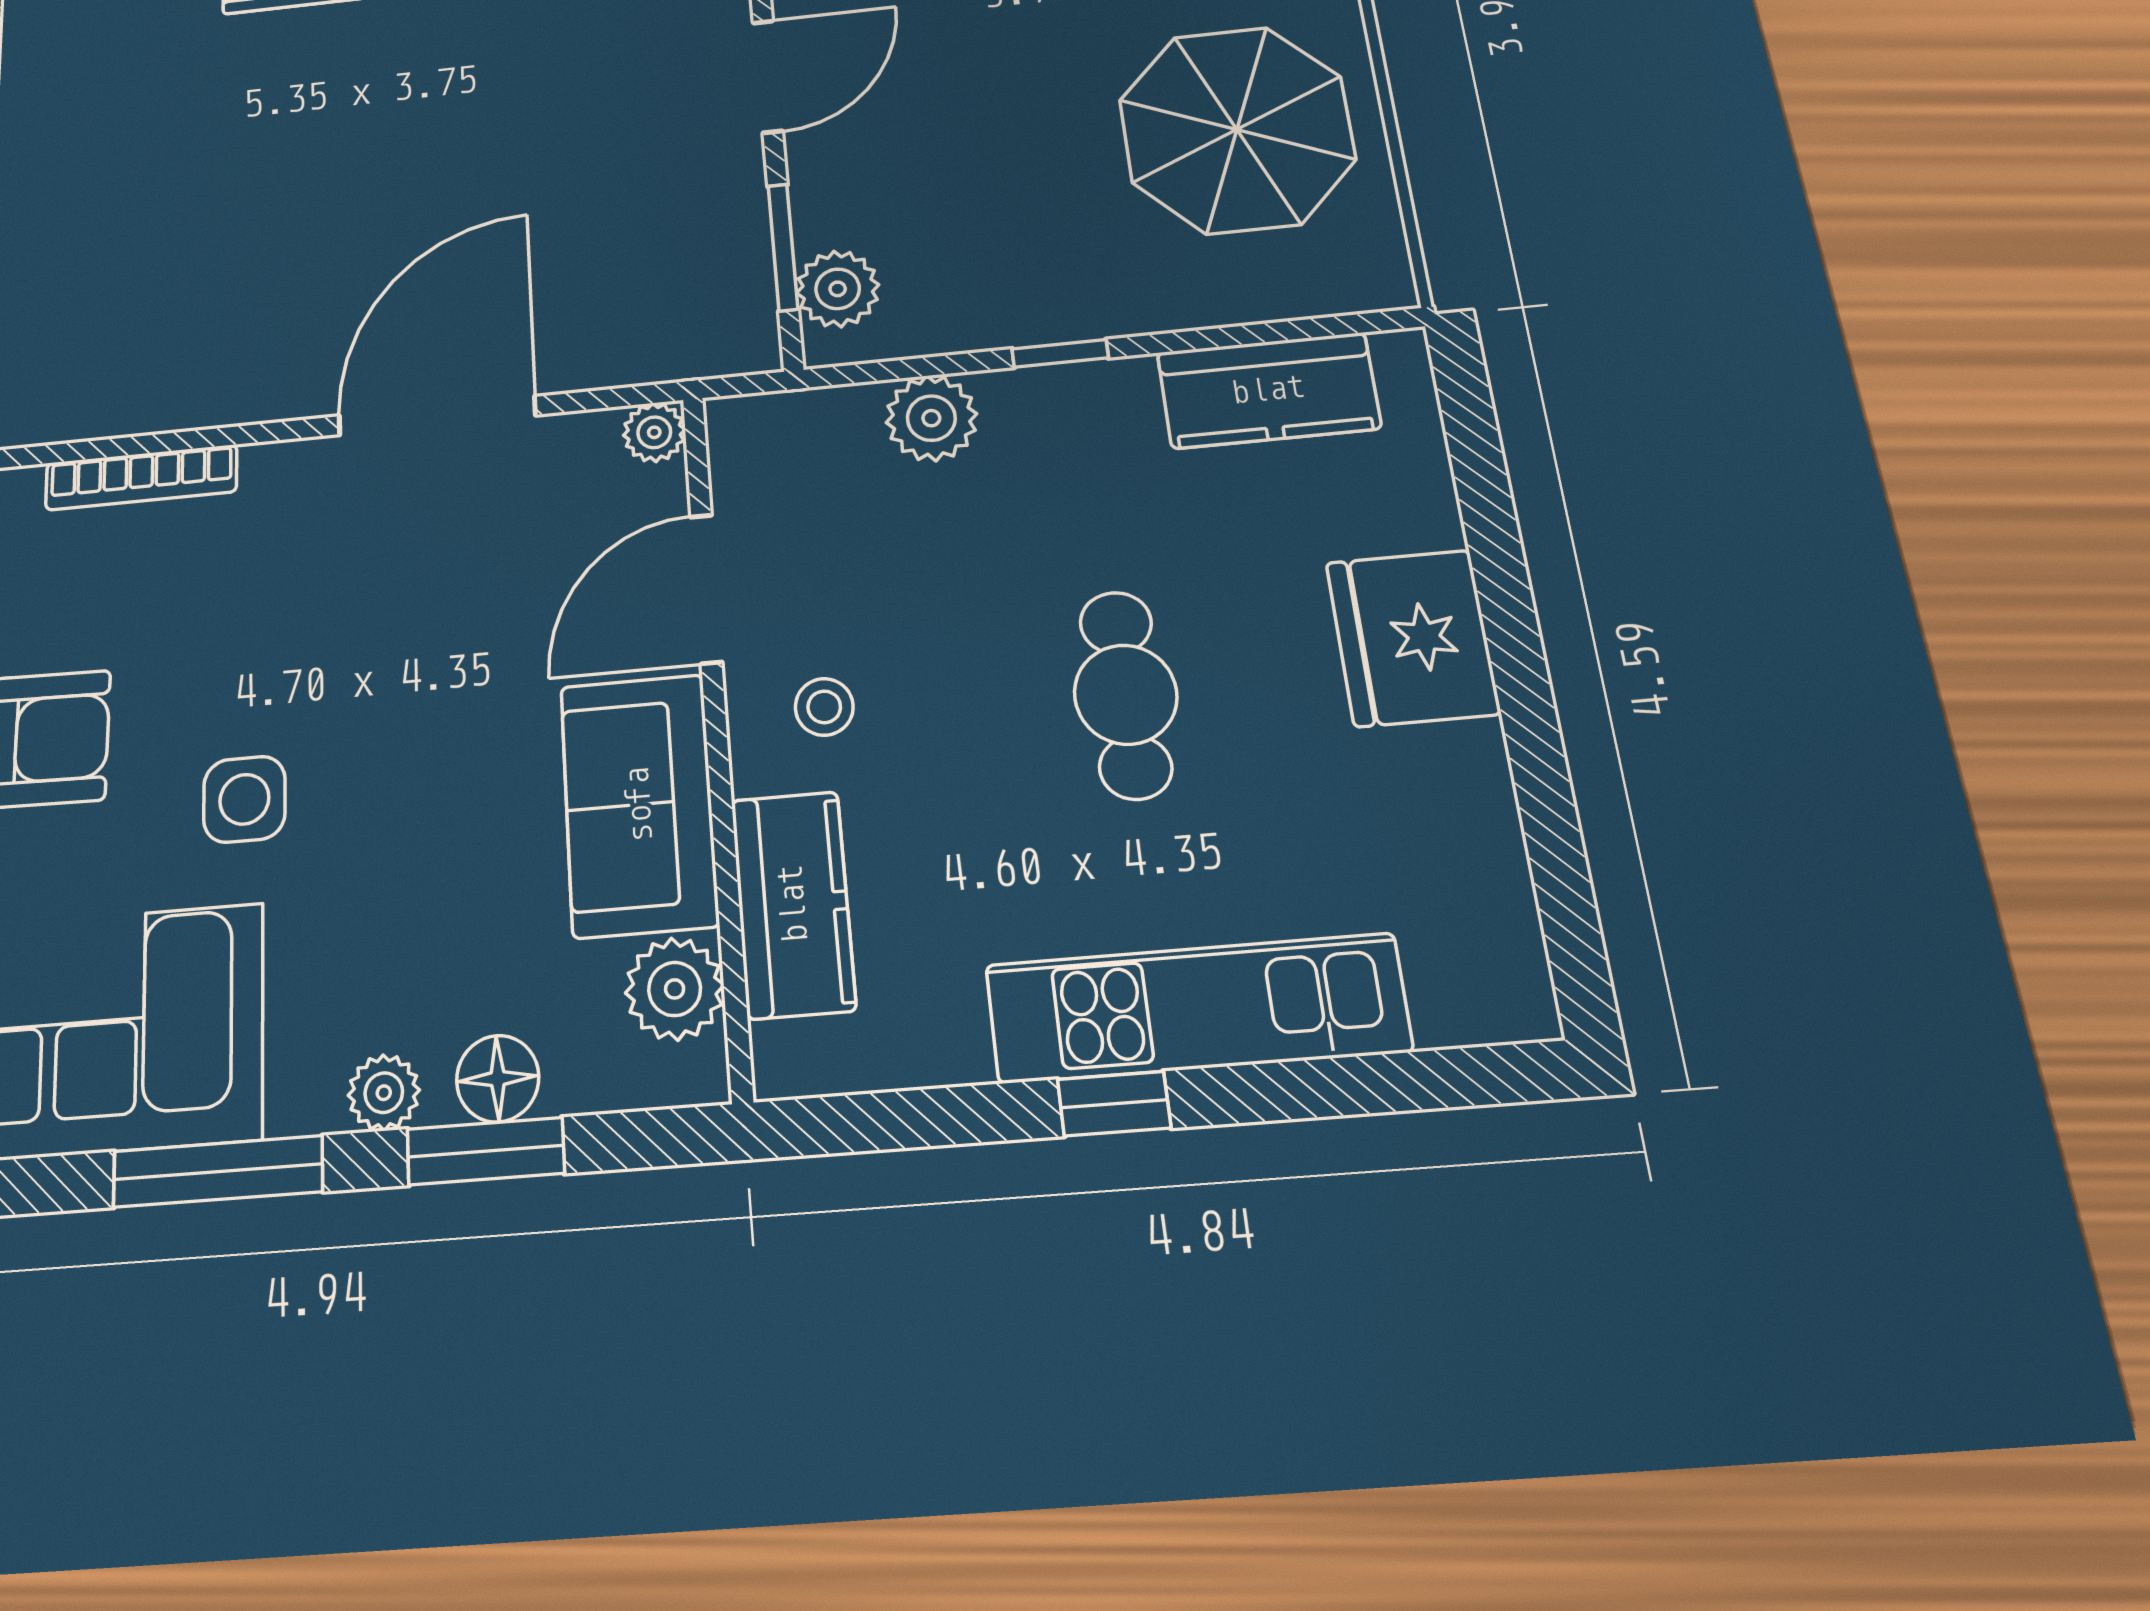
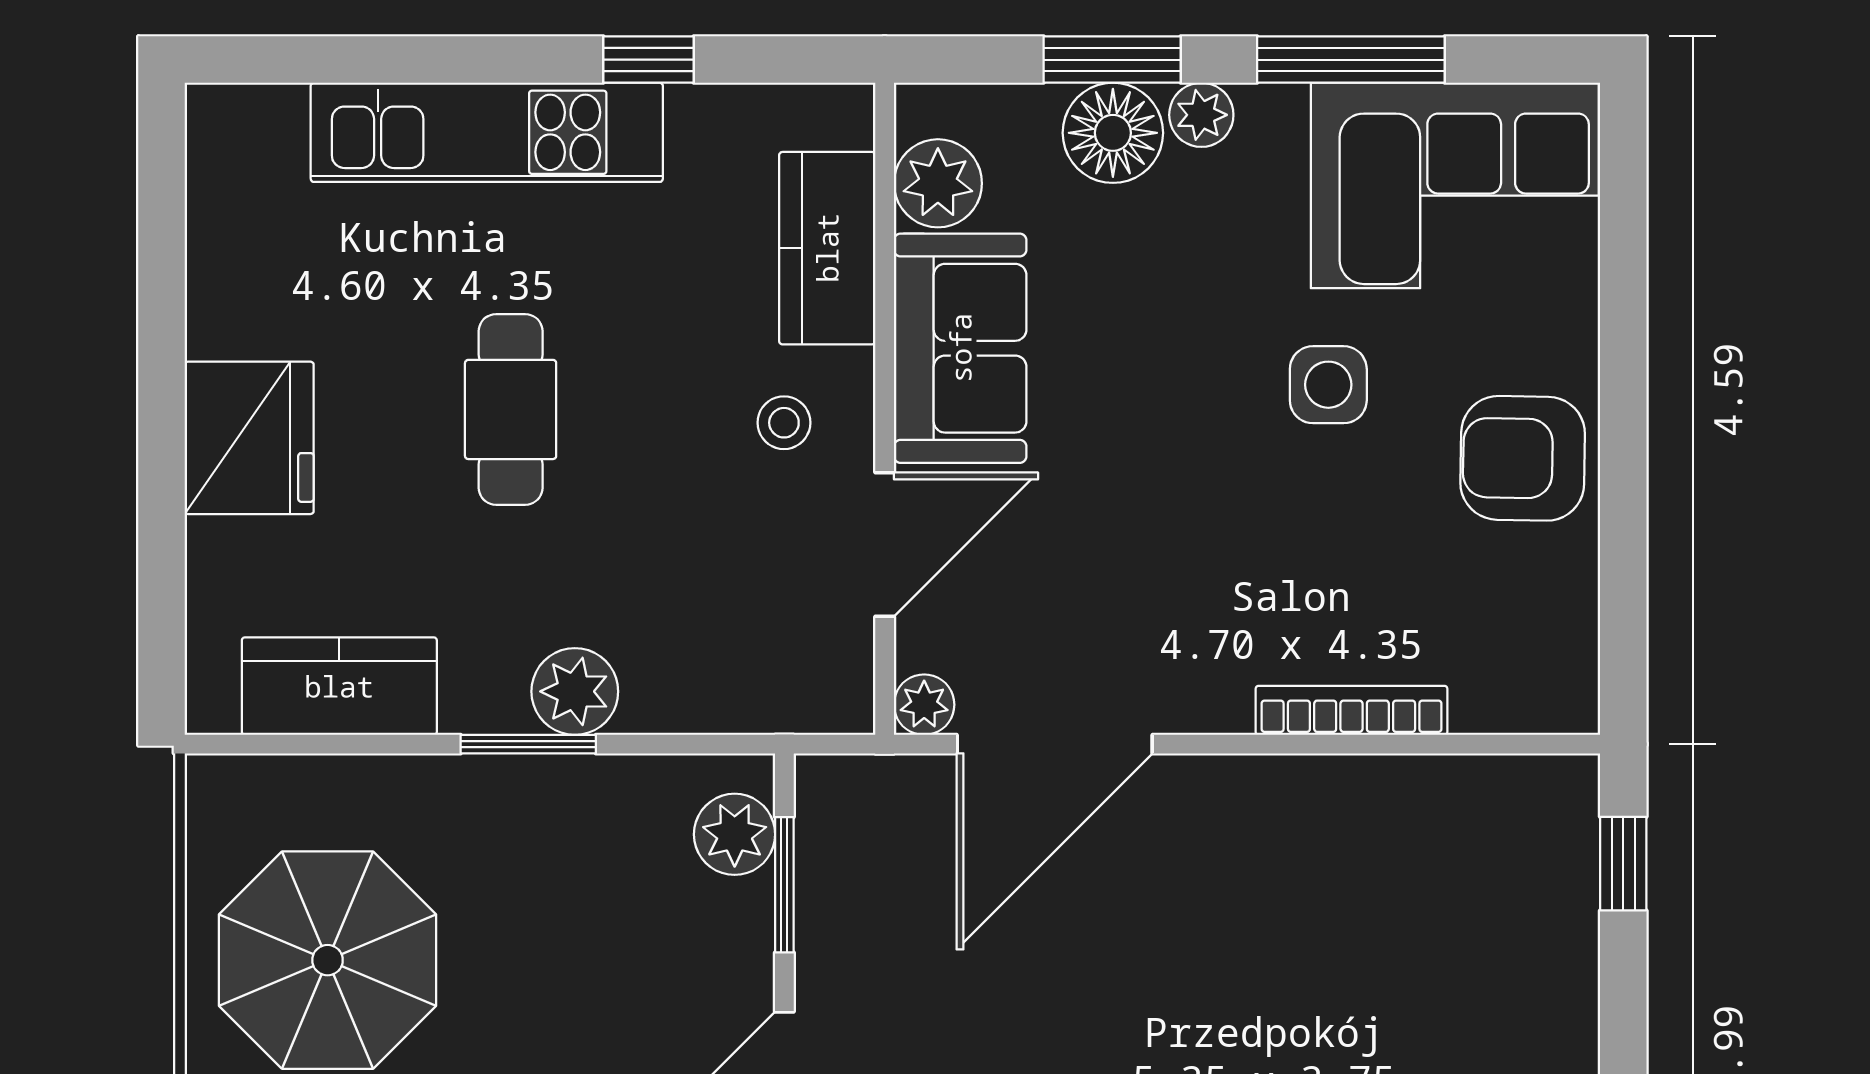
window: (1060, 353) -> (528, 744), width x1.50
door: (437, 416) -> (1055, 744), moved
plant: (931, 418) -> (575, 691), moved
bookcase: (141, 477) -> (1352, 710), moved
floor lamp: (498, 1079) -> (1113, 133), width x1.38, depth x1.38
window: (1114, 1104) -> (648, 60), moved

